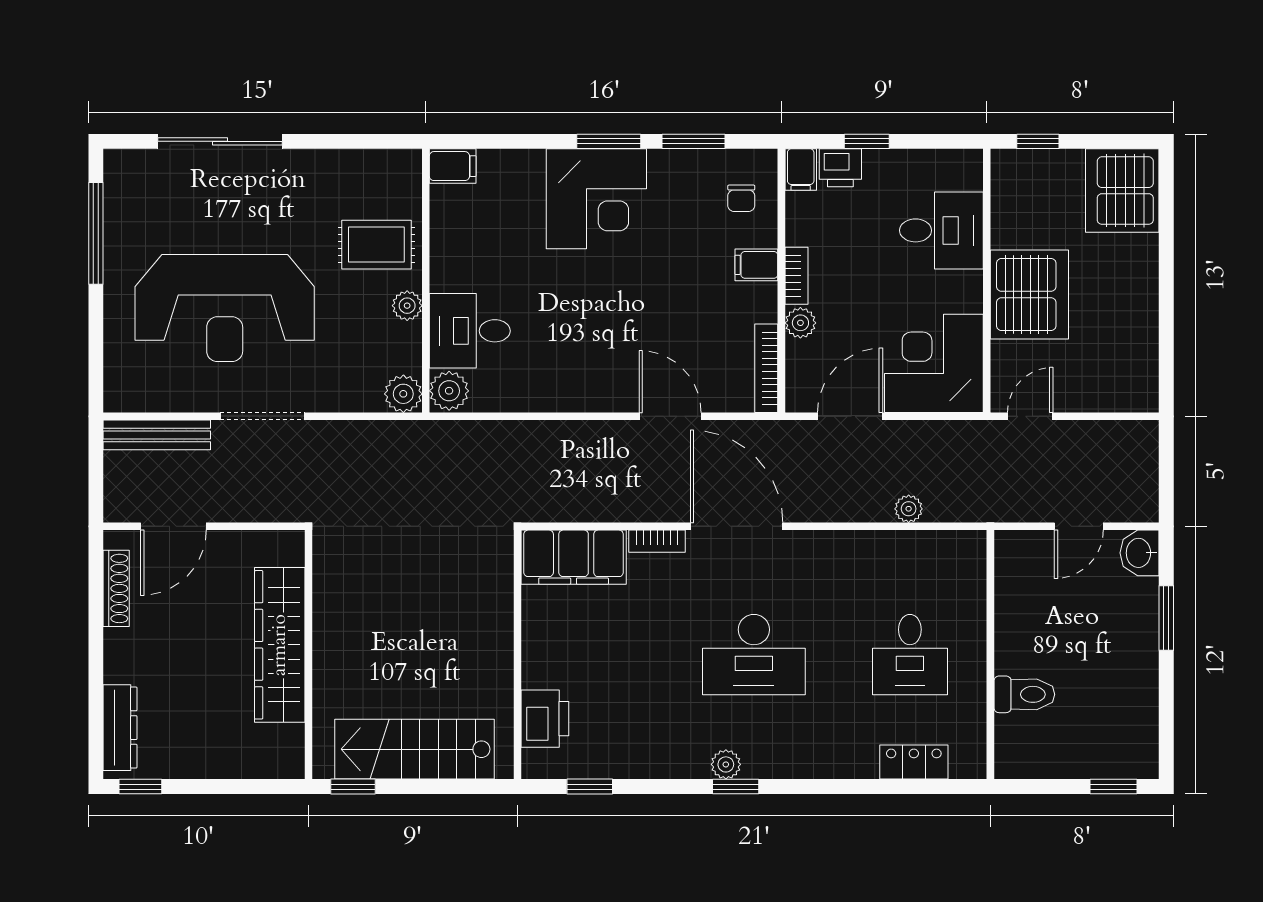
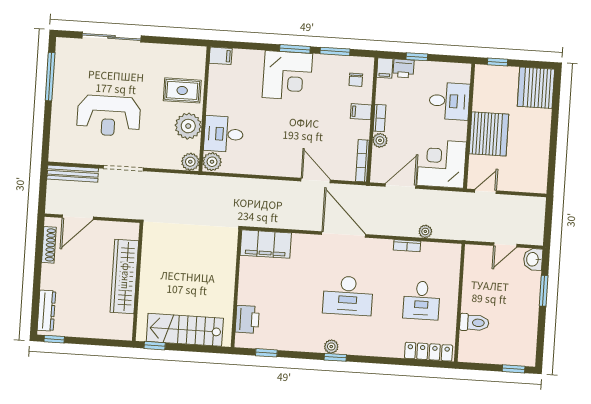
plant: (407, 306) -> (188, 126), width x1.88, depth x1.88
reception desk: (225, 308) -> (109, 116), width x0.74, depth x0.77
bookcase: (657, 541) -> (407, 246), moved
locker: (914, 762) -> (429, 352), width x1.53

